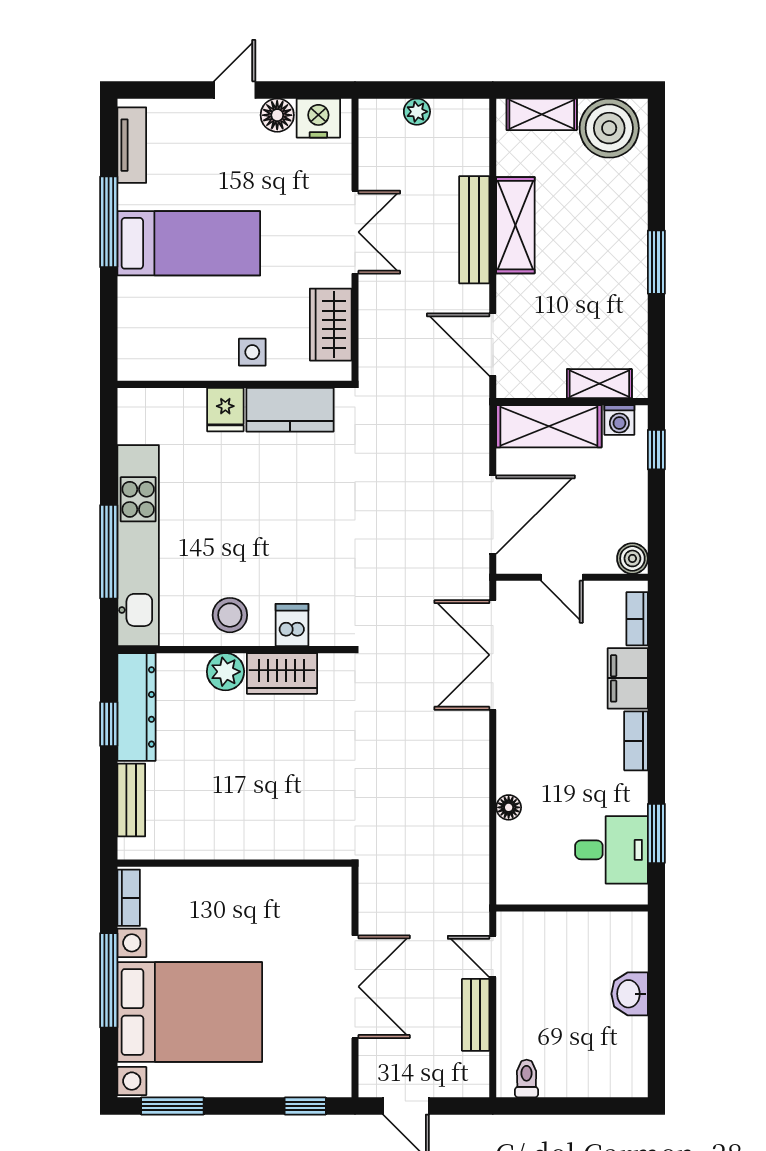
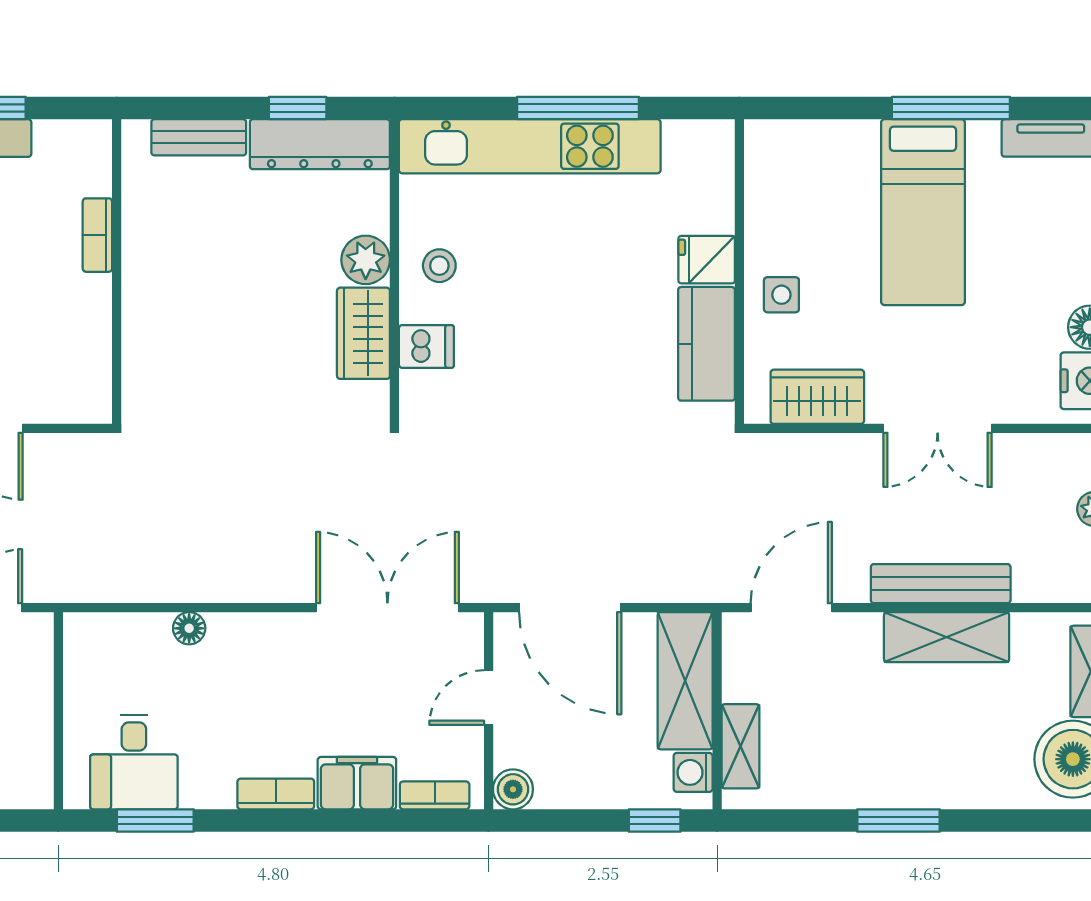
window: (109, 552) -> (578, 108), moved
stool: (230, 615) -> (439, 266), width x0.73, depth x0.73
bookcase: (129, 898) -> (97, 235), moved, turned 90

